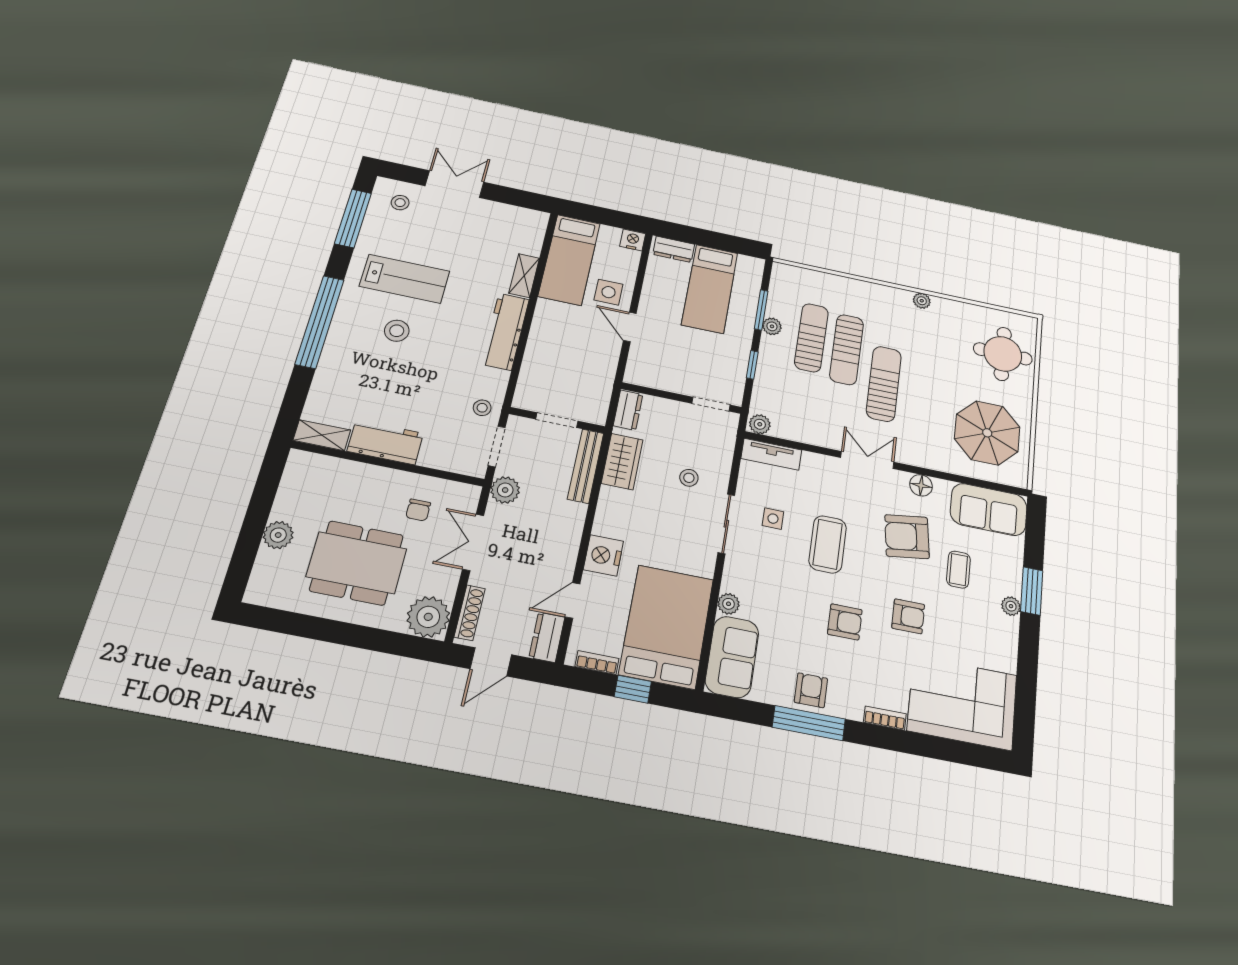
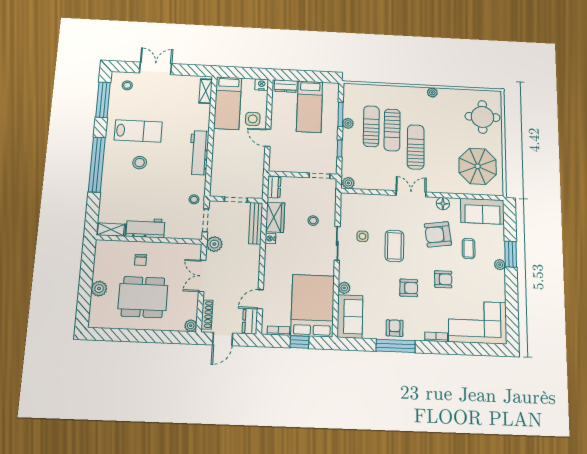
shelving: (524, 276) -> (206, 91), moved
tv unit: (771, 454) -> (357, 199), removed
chair: (418, 510) -> (141, 260), moved
nightstand: (603, 555) -> (270, 238), moved, width x0.53, depth x0.56
plant: (428, 617) -> (191, 326), width x0.53, depth x0.53

